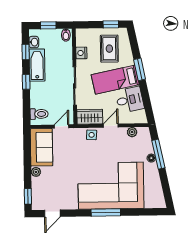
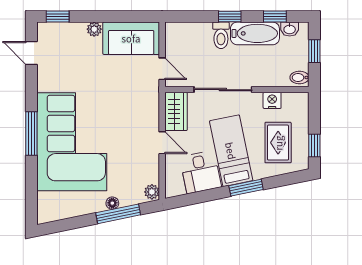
rug: (109, 49) -> (278, 143), turned 90
toilet: (39, 114) -> (221, 35), moved
plant: (132, 132) -> (152, 192), moved
side table: (92, 135) -> (149, 114), removed

